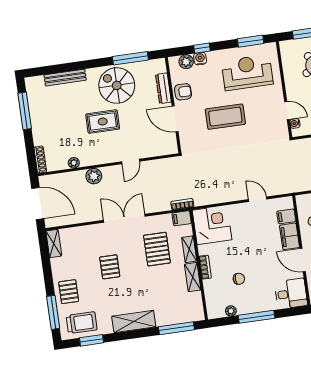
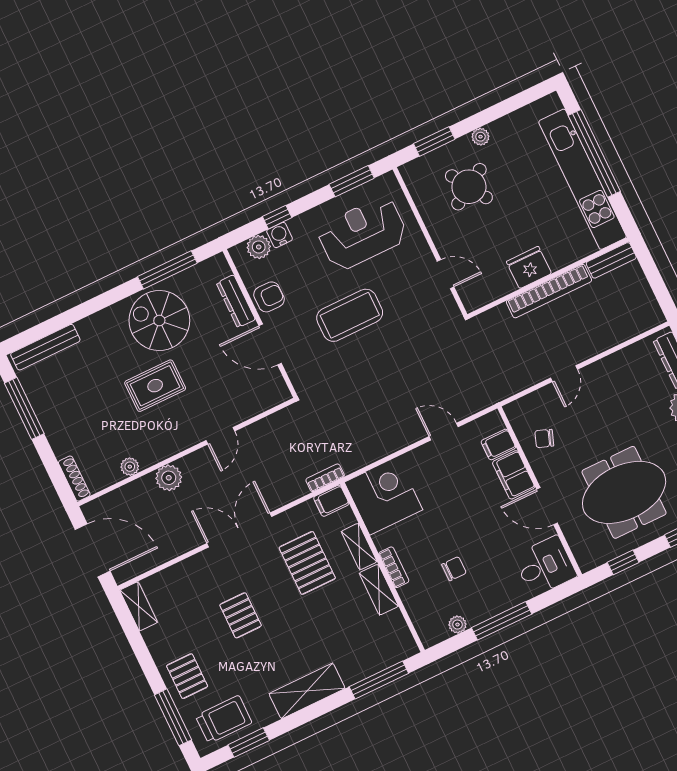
bench: (65, 78) -> (45, 347), moved
water cooler: (295, 123) -> (465, 291), removed

